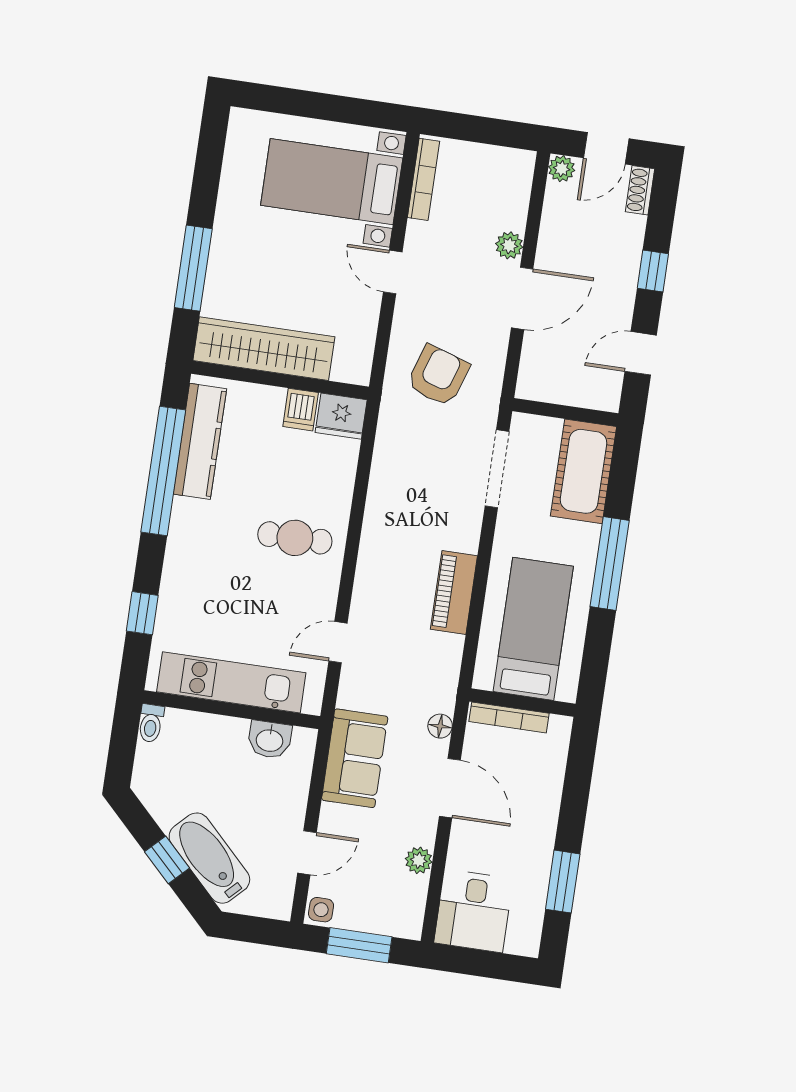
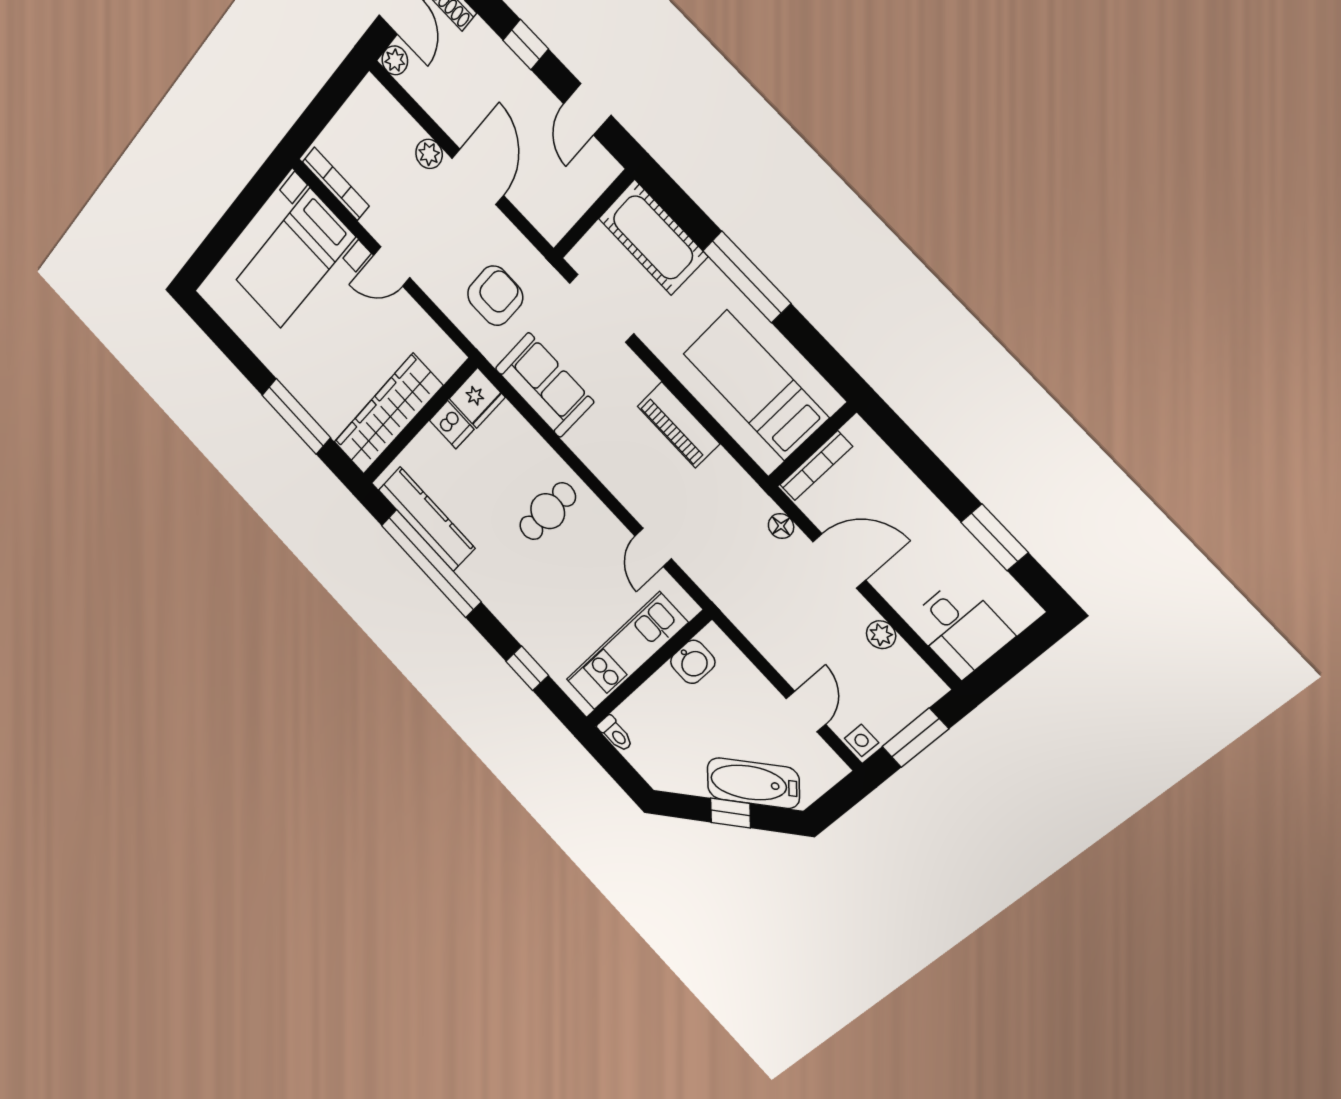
armchair: (438, 376) -> (495, 296), turned 72
sofa: (355, 758) -> (544, 385), moved

